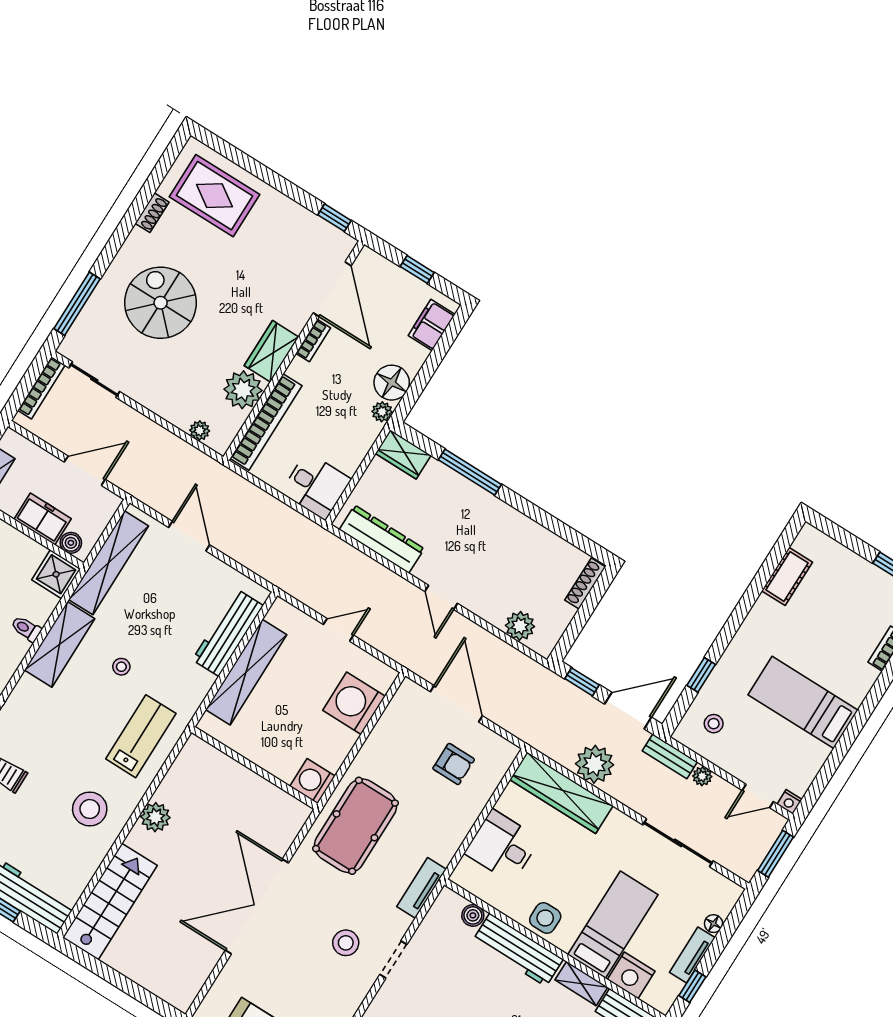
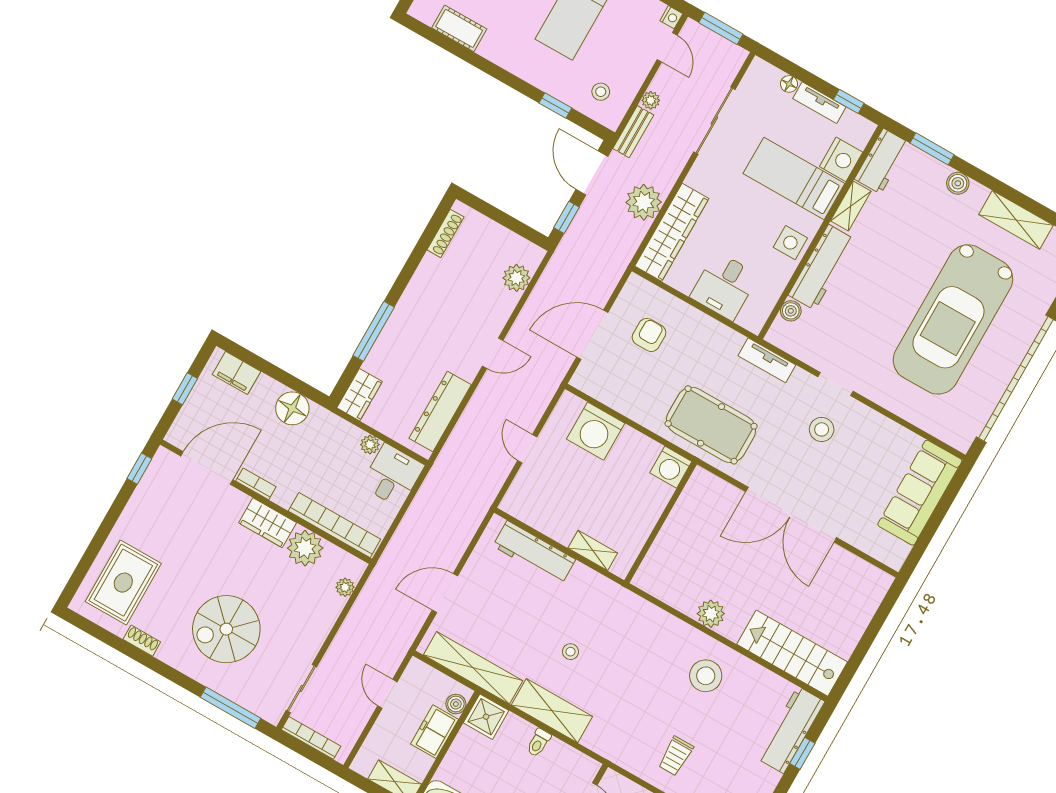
plant: (382, 412) -> (370, 445), moved
door: (85, 471) -> (387, 694), width x0.73
shoe rack: (585, 584) -> (445, 233), moved, turned -90
shelving: (246, 672) -> (593, 550), width x0.45, depth x0.75
lab bench: (141, 736) -> (635, 631), removed

